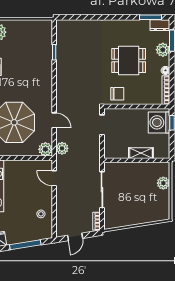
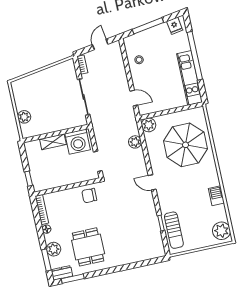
sun lounger: (43, 43) -> (174, 230), added
dining table: (129, 61) -> (88, 247), moved, turned 90
door: (54, 120) -> (152, 182), moved
washing machine: (159, 122) -> (78, 142), moved, turned 90
plant: (62, 148) -> (135, 142), moved

